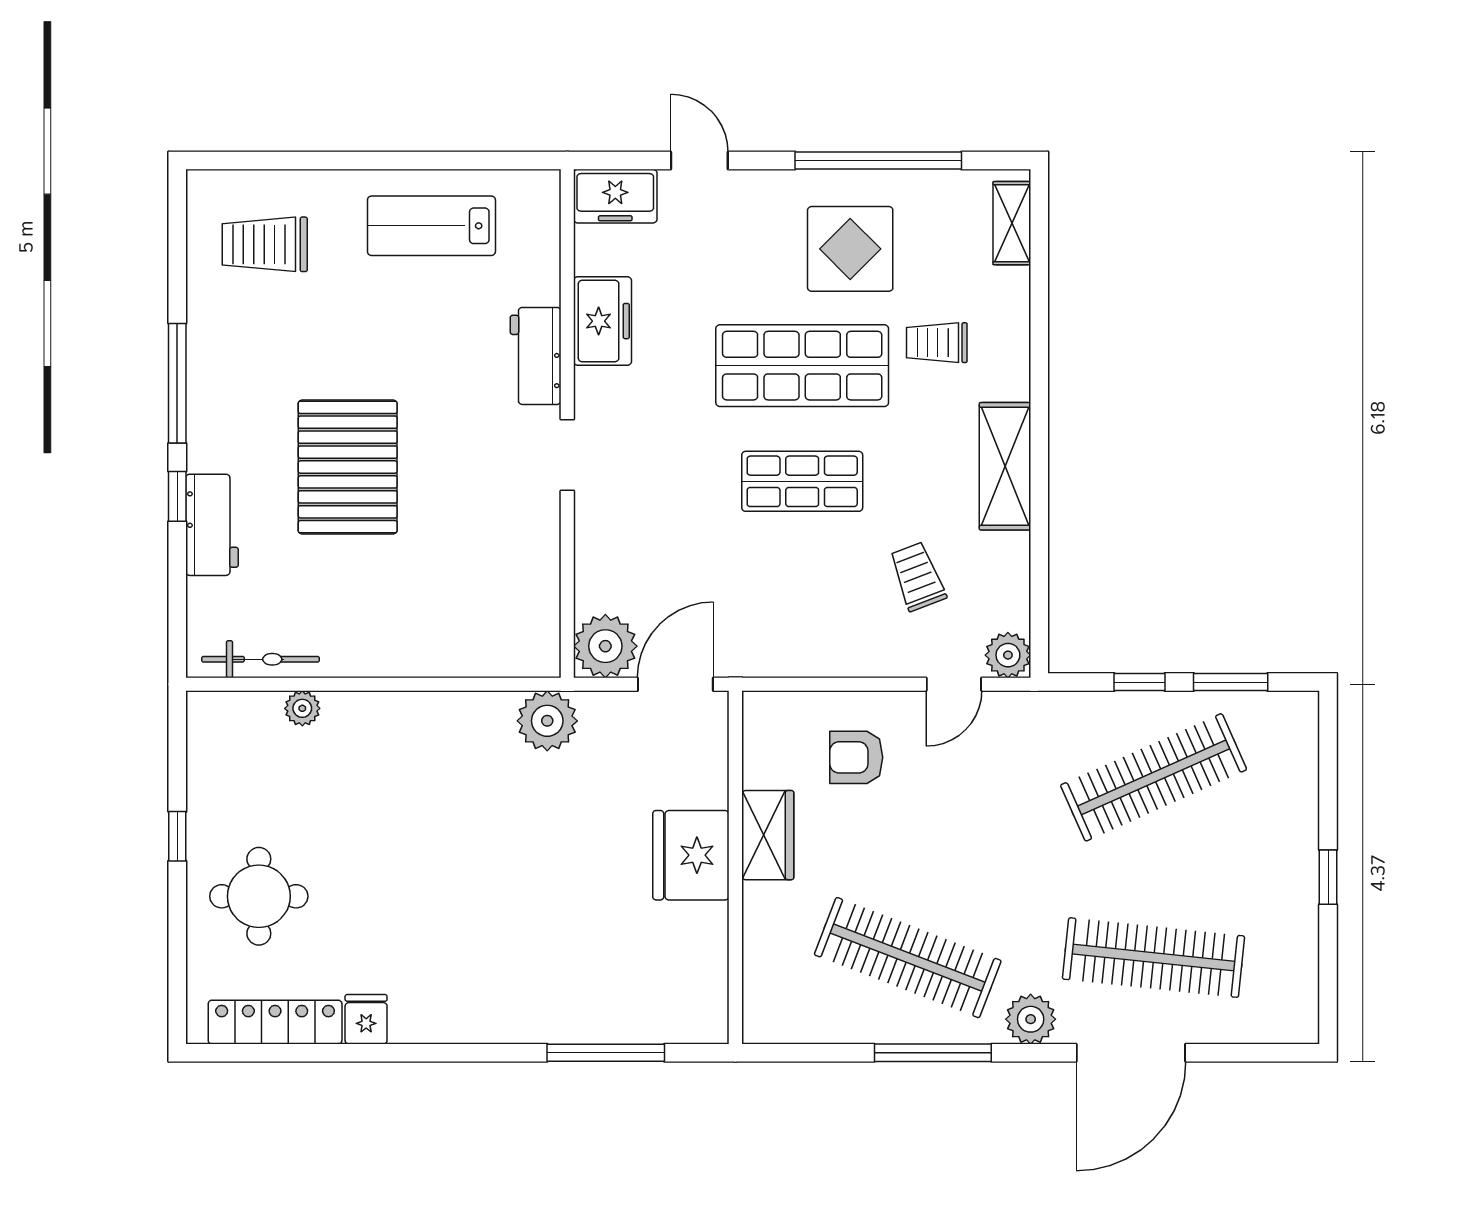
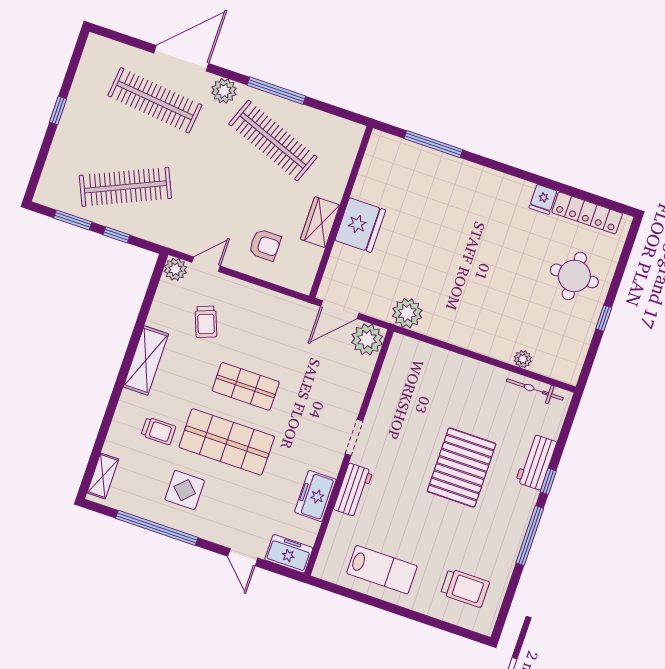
display table: (850, 249) -> (185, 490), width x0.73, depth x0.73

